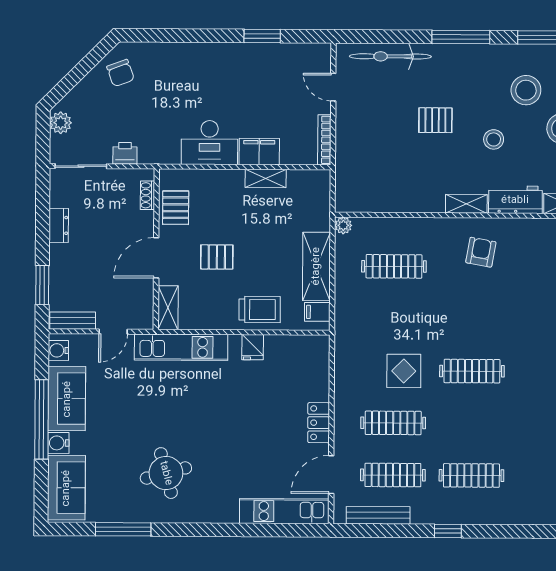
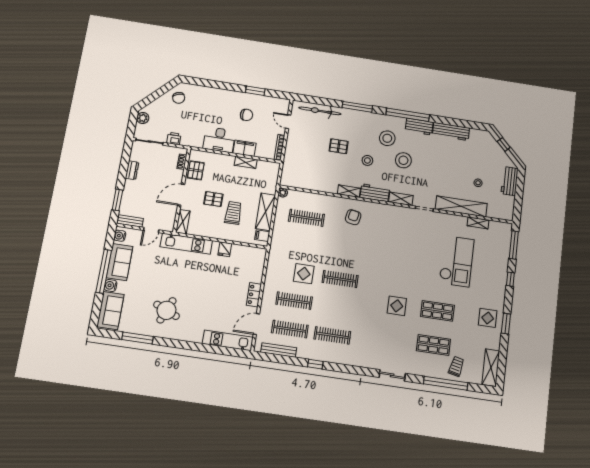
chair: (253, 86) -> (246, 115), added
trolley: (260, 310) -> (233, 213), moved, turned -90
round table: (166, 473) -> (166, 310), turned 38

